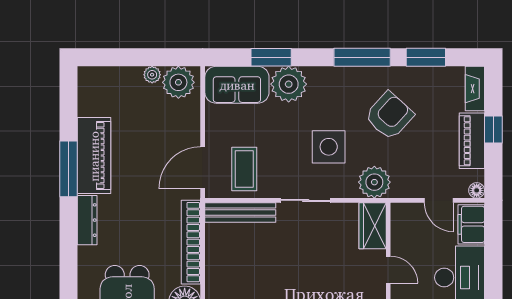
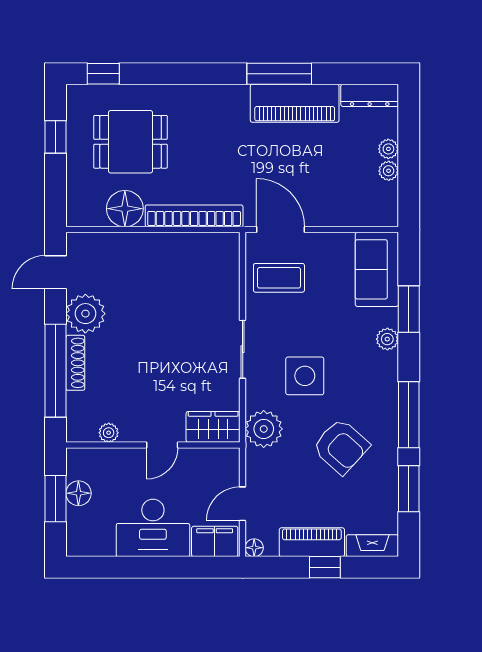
plant: (178, 82) -> (388, 149), moved, width x0.53, depth x0.53
plant: (289, 84) -> (387, 339), width x0.53, depth x0.53
bench: (240, 213) -> (228, 273), removed
dresser: (87, 220) -> (370, 95), moved

